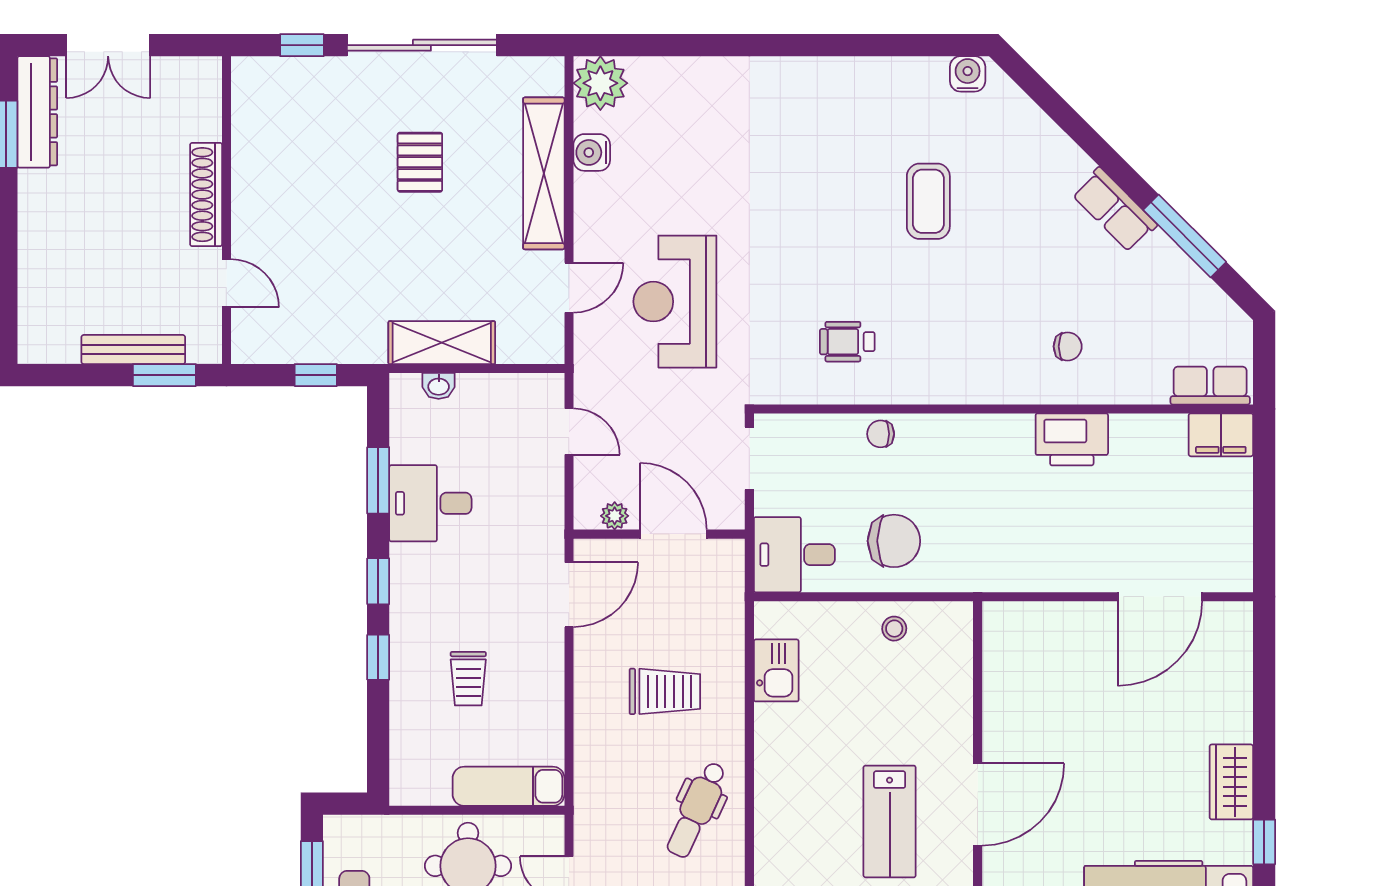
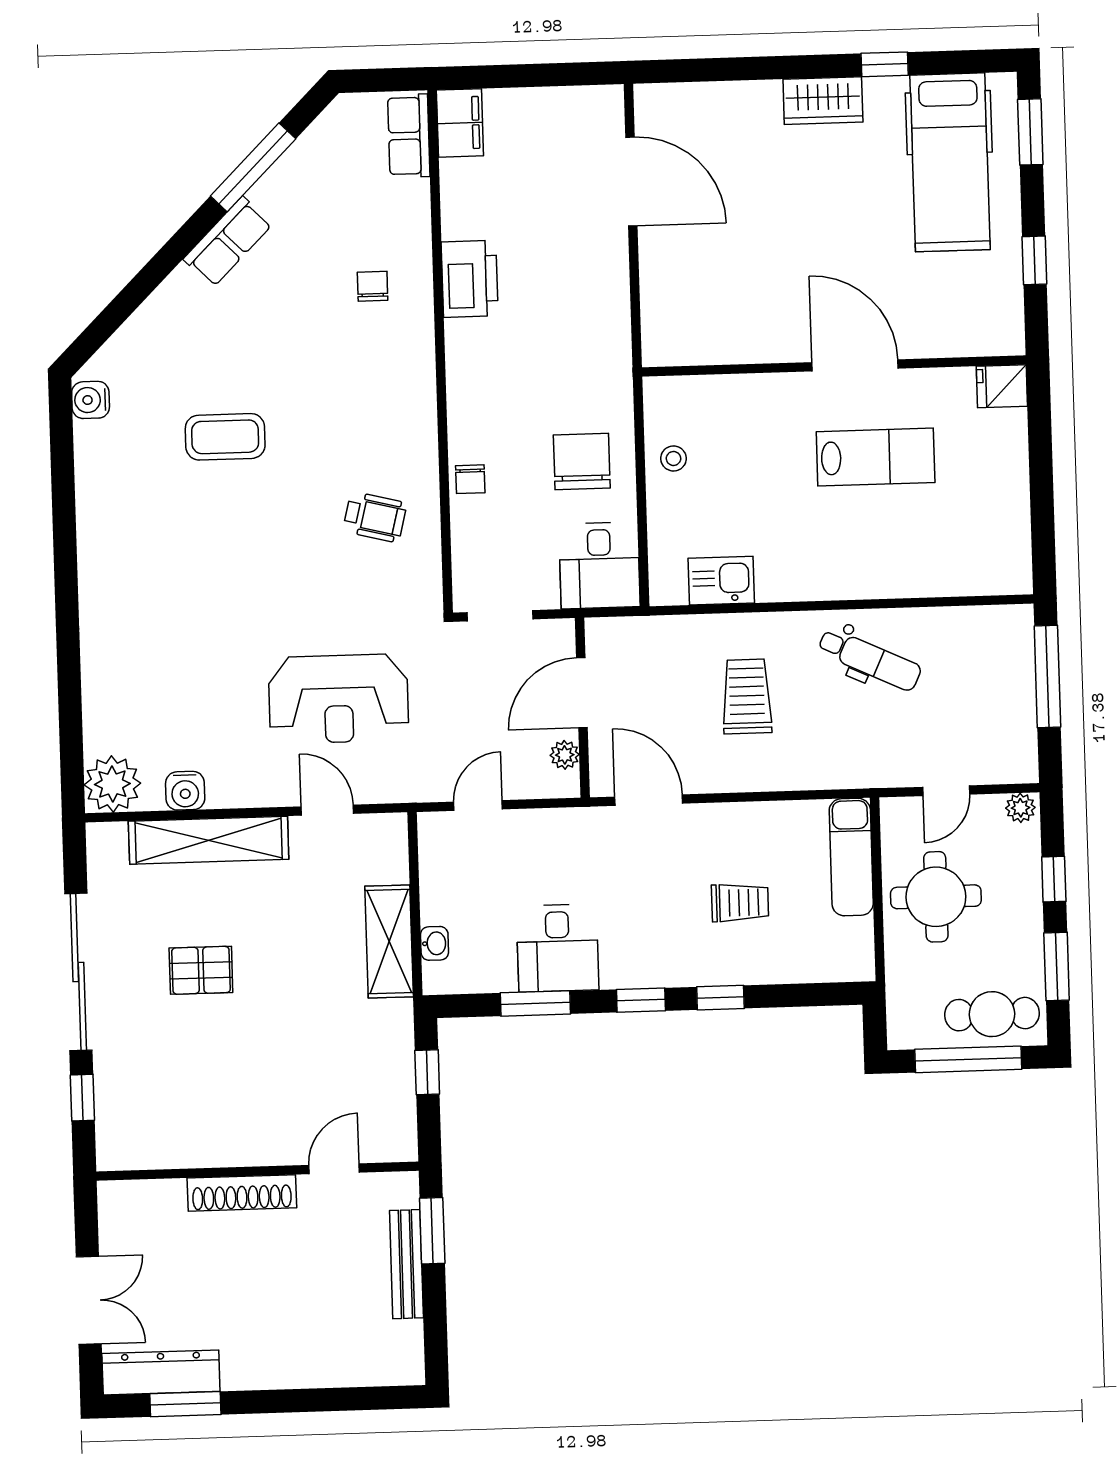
wheelchair: (847, 342) -> (375, 517), turned -76

